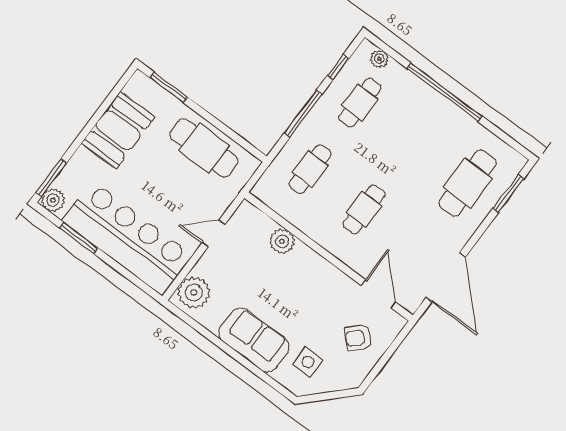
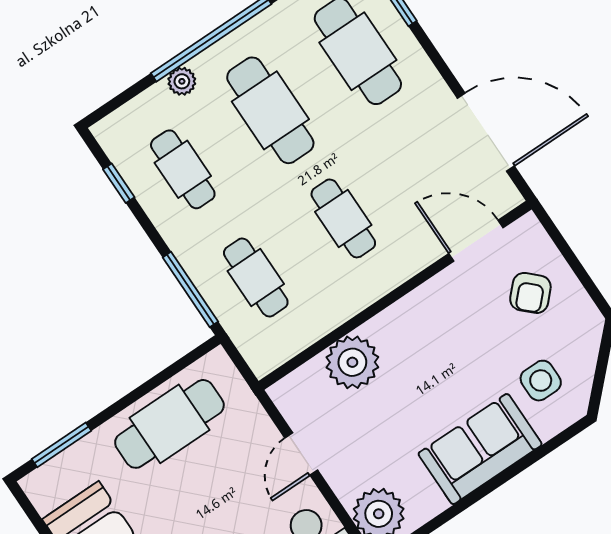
plant: (379, 59) -> (182, 81), moved
window: (303, 114) -> (190, 290), moved
cafe table: (414, 143) -> (270, 110), added
plant: (282, 241) -> (352, 362), width x1.36, depth x1.36

